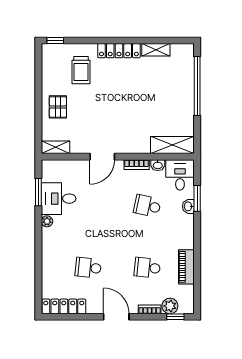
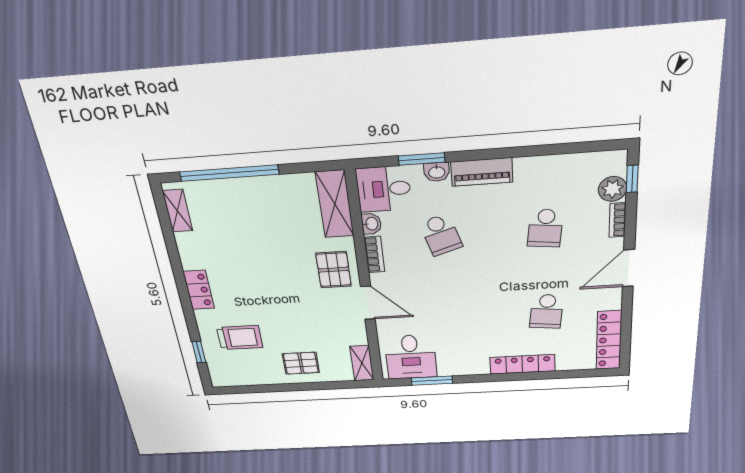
window: (55, 41) -> (199, 352), moved
shelving: (156, 50) -> (177, 211), moved
locker: (119, 51) -> (199, 290), width x0.66
pallet: (128, 138) -> (333, 270), added
desk: (59, 199) -> (411, 357), moved
school desk: (147, 206) -> (441, 235), turned -30
plant: (47, 221) -> (476, 368), removed
locker: (48, 252) -> (522, 364), added
piano: (186, 267) -> (482, 172), moved

